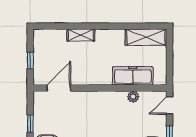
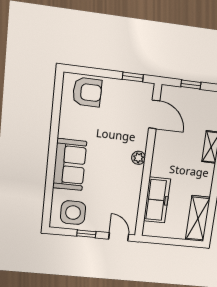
plant: (133, 97) -> (139, 158), moved
window: (30, 124) -> (133, 77), moved

